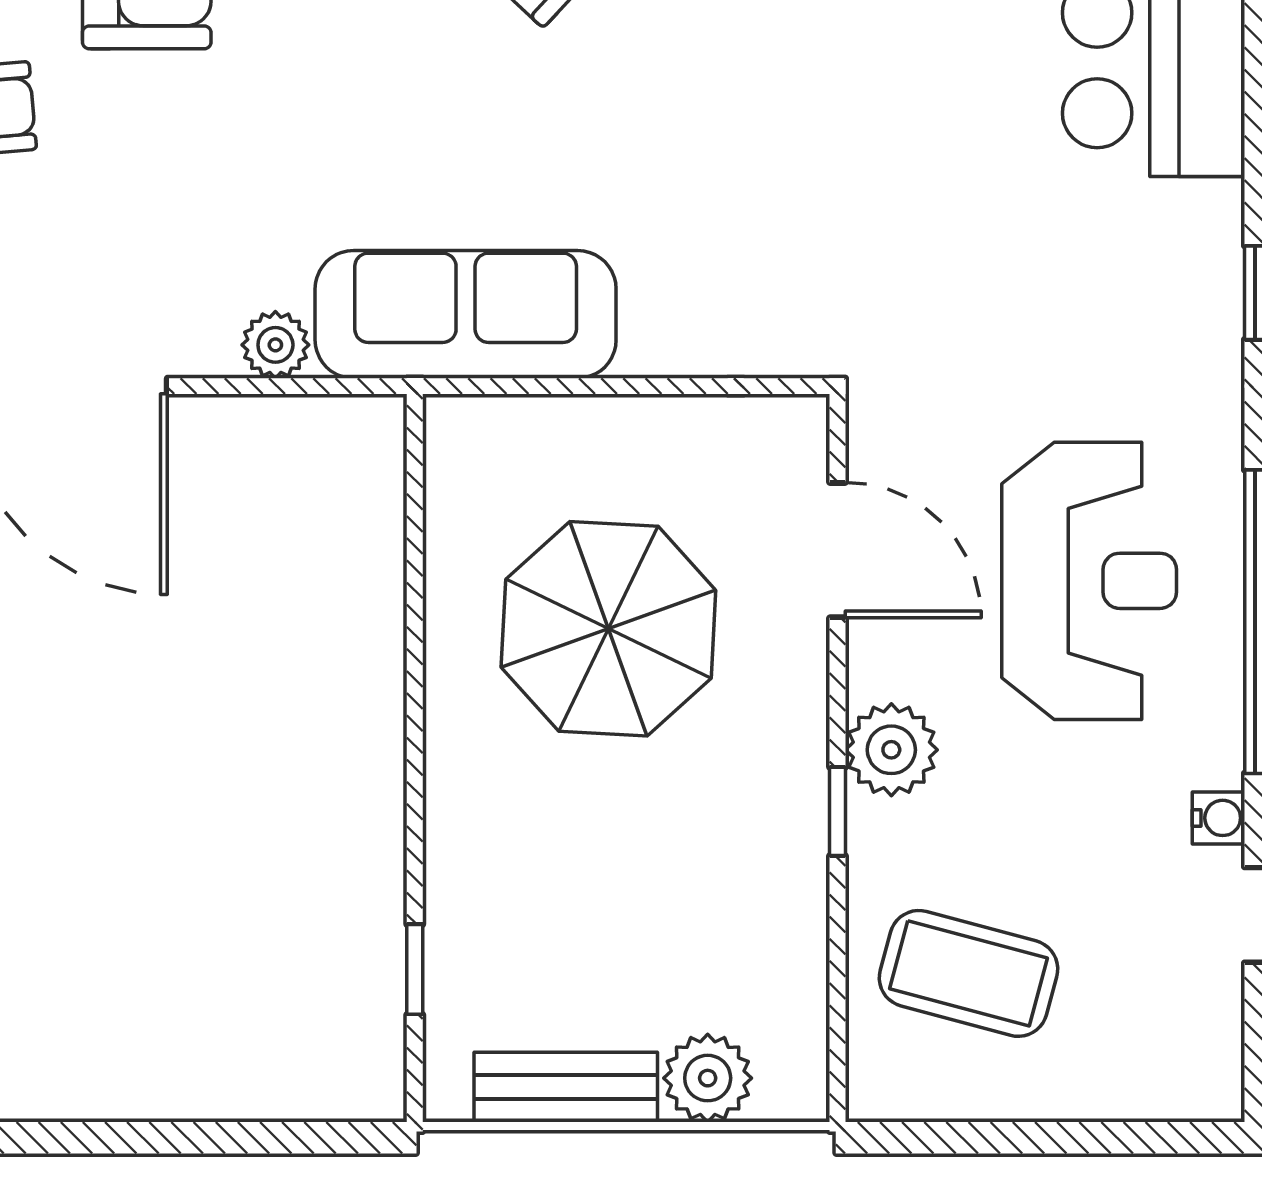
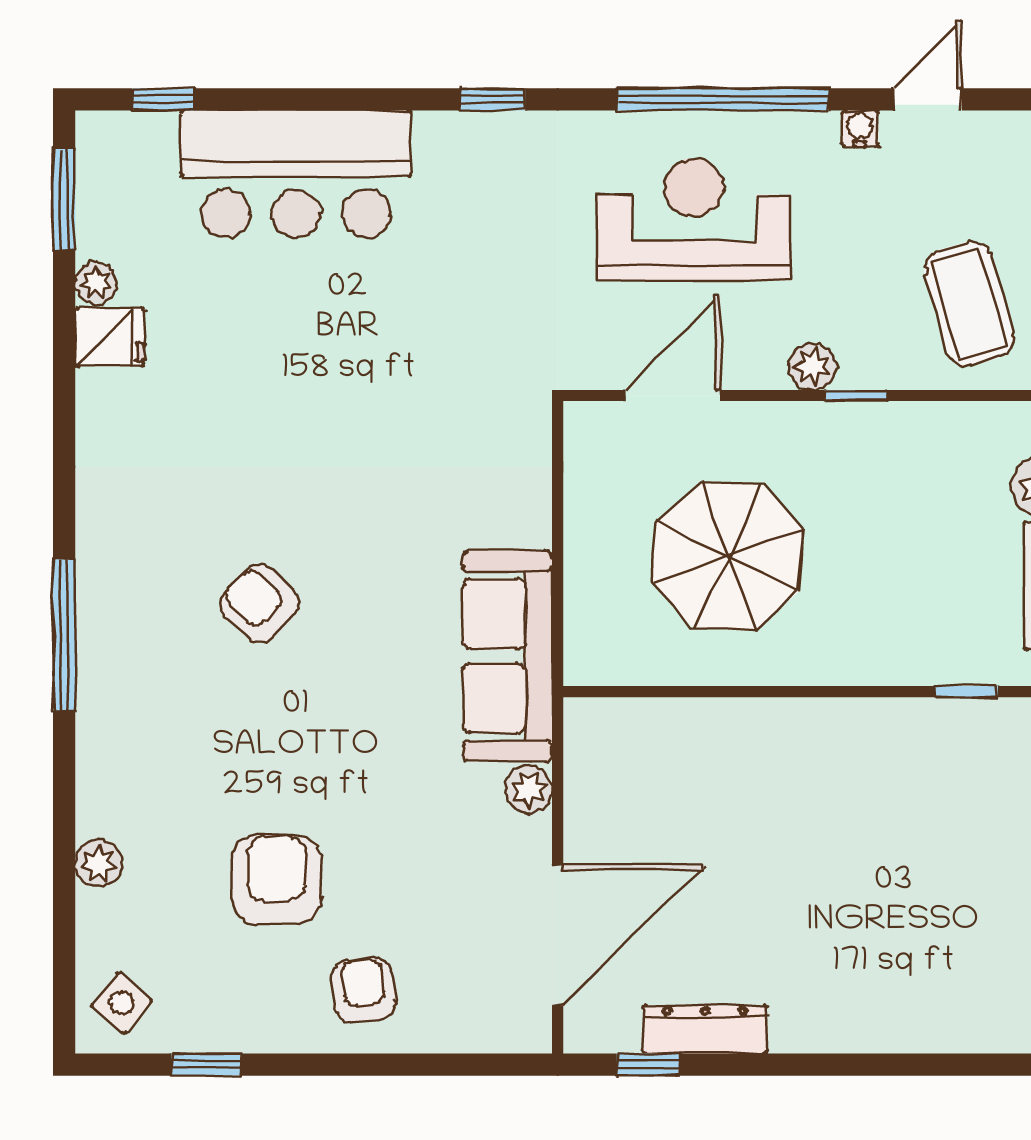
plant: (891, 750) -> (812, 367), width x0.73, depth x0.73
coffee table: (968, 973) -> (969, 304), turned -31

